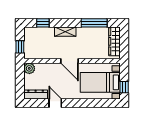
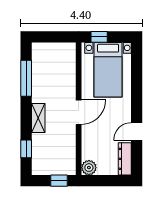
wardrobe: (114, 41) -> (52, 50), removed
window: (124, 87) -> (99, 37), moved

